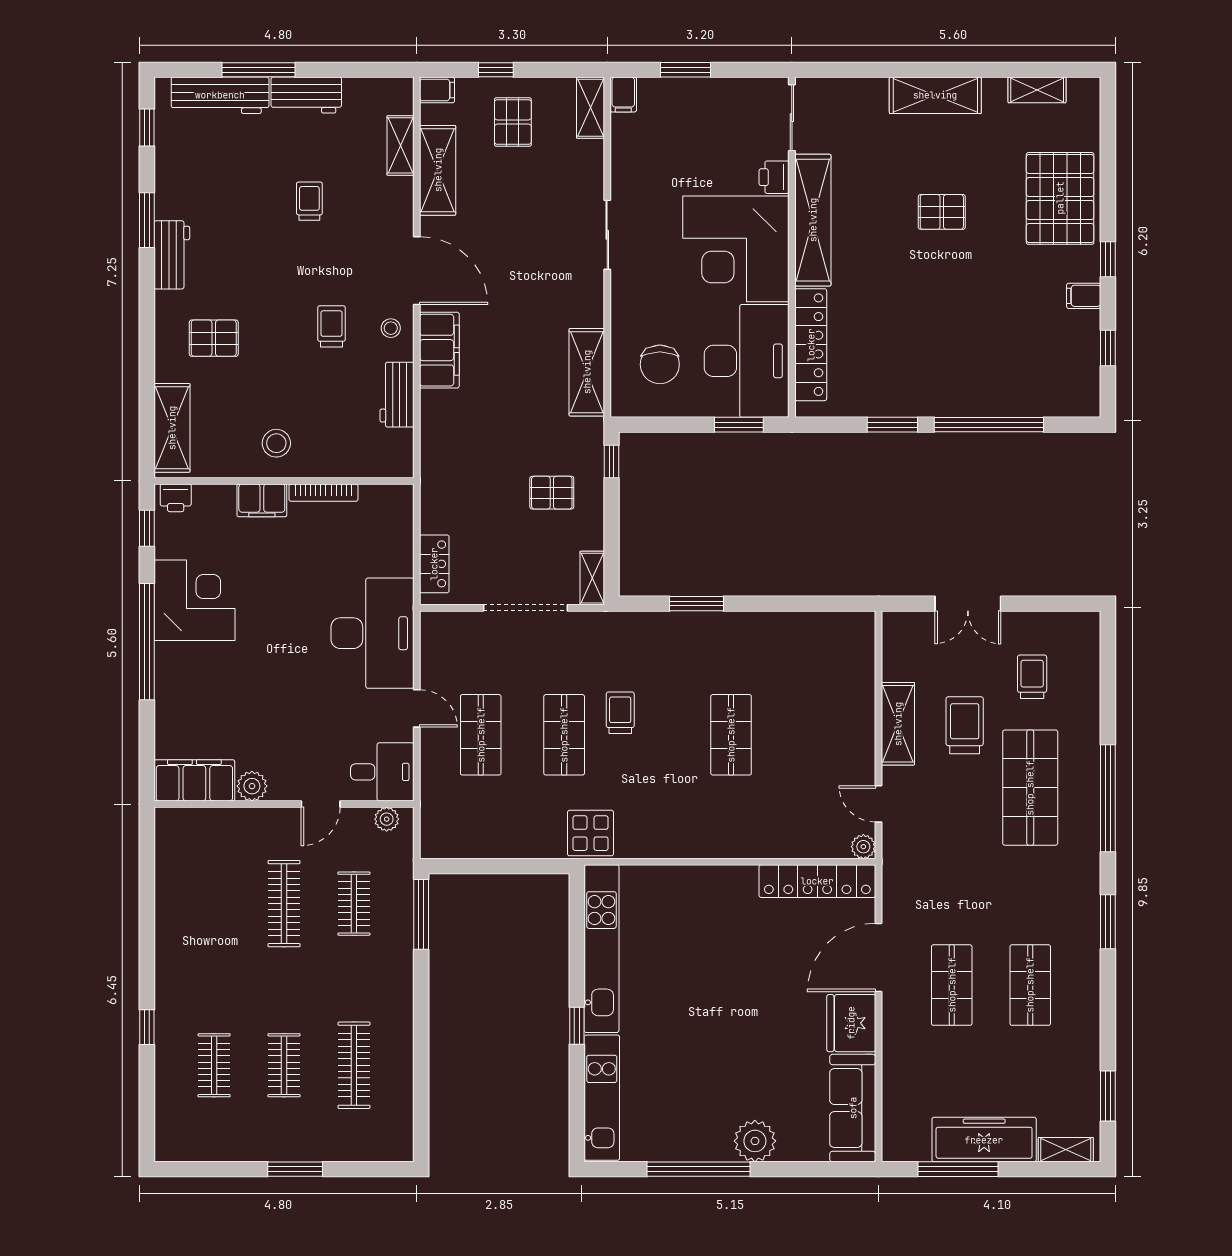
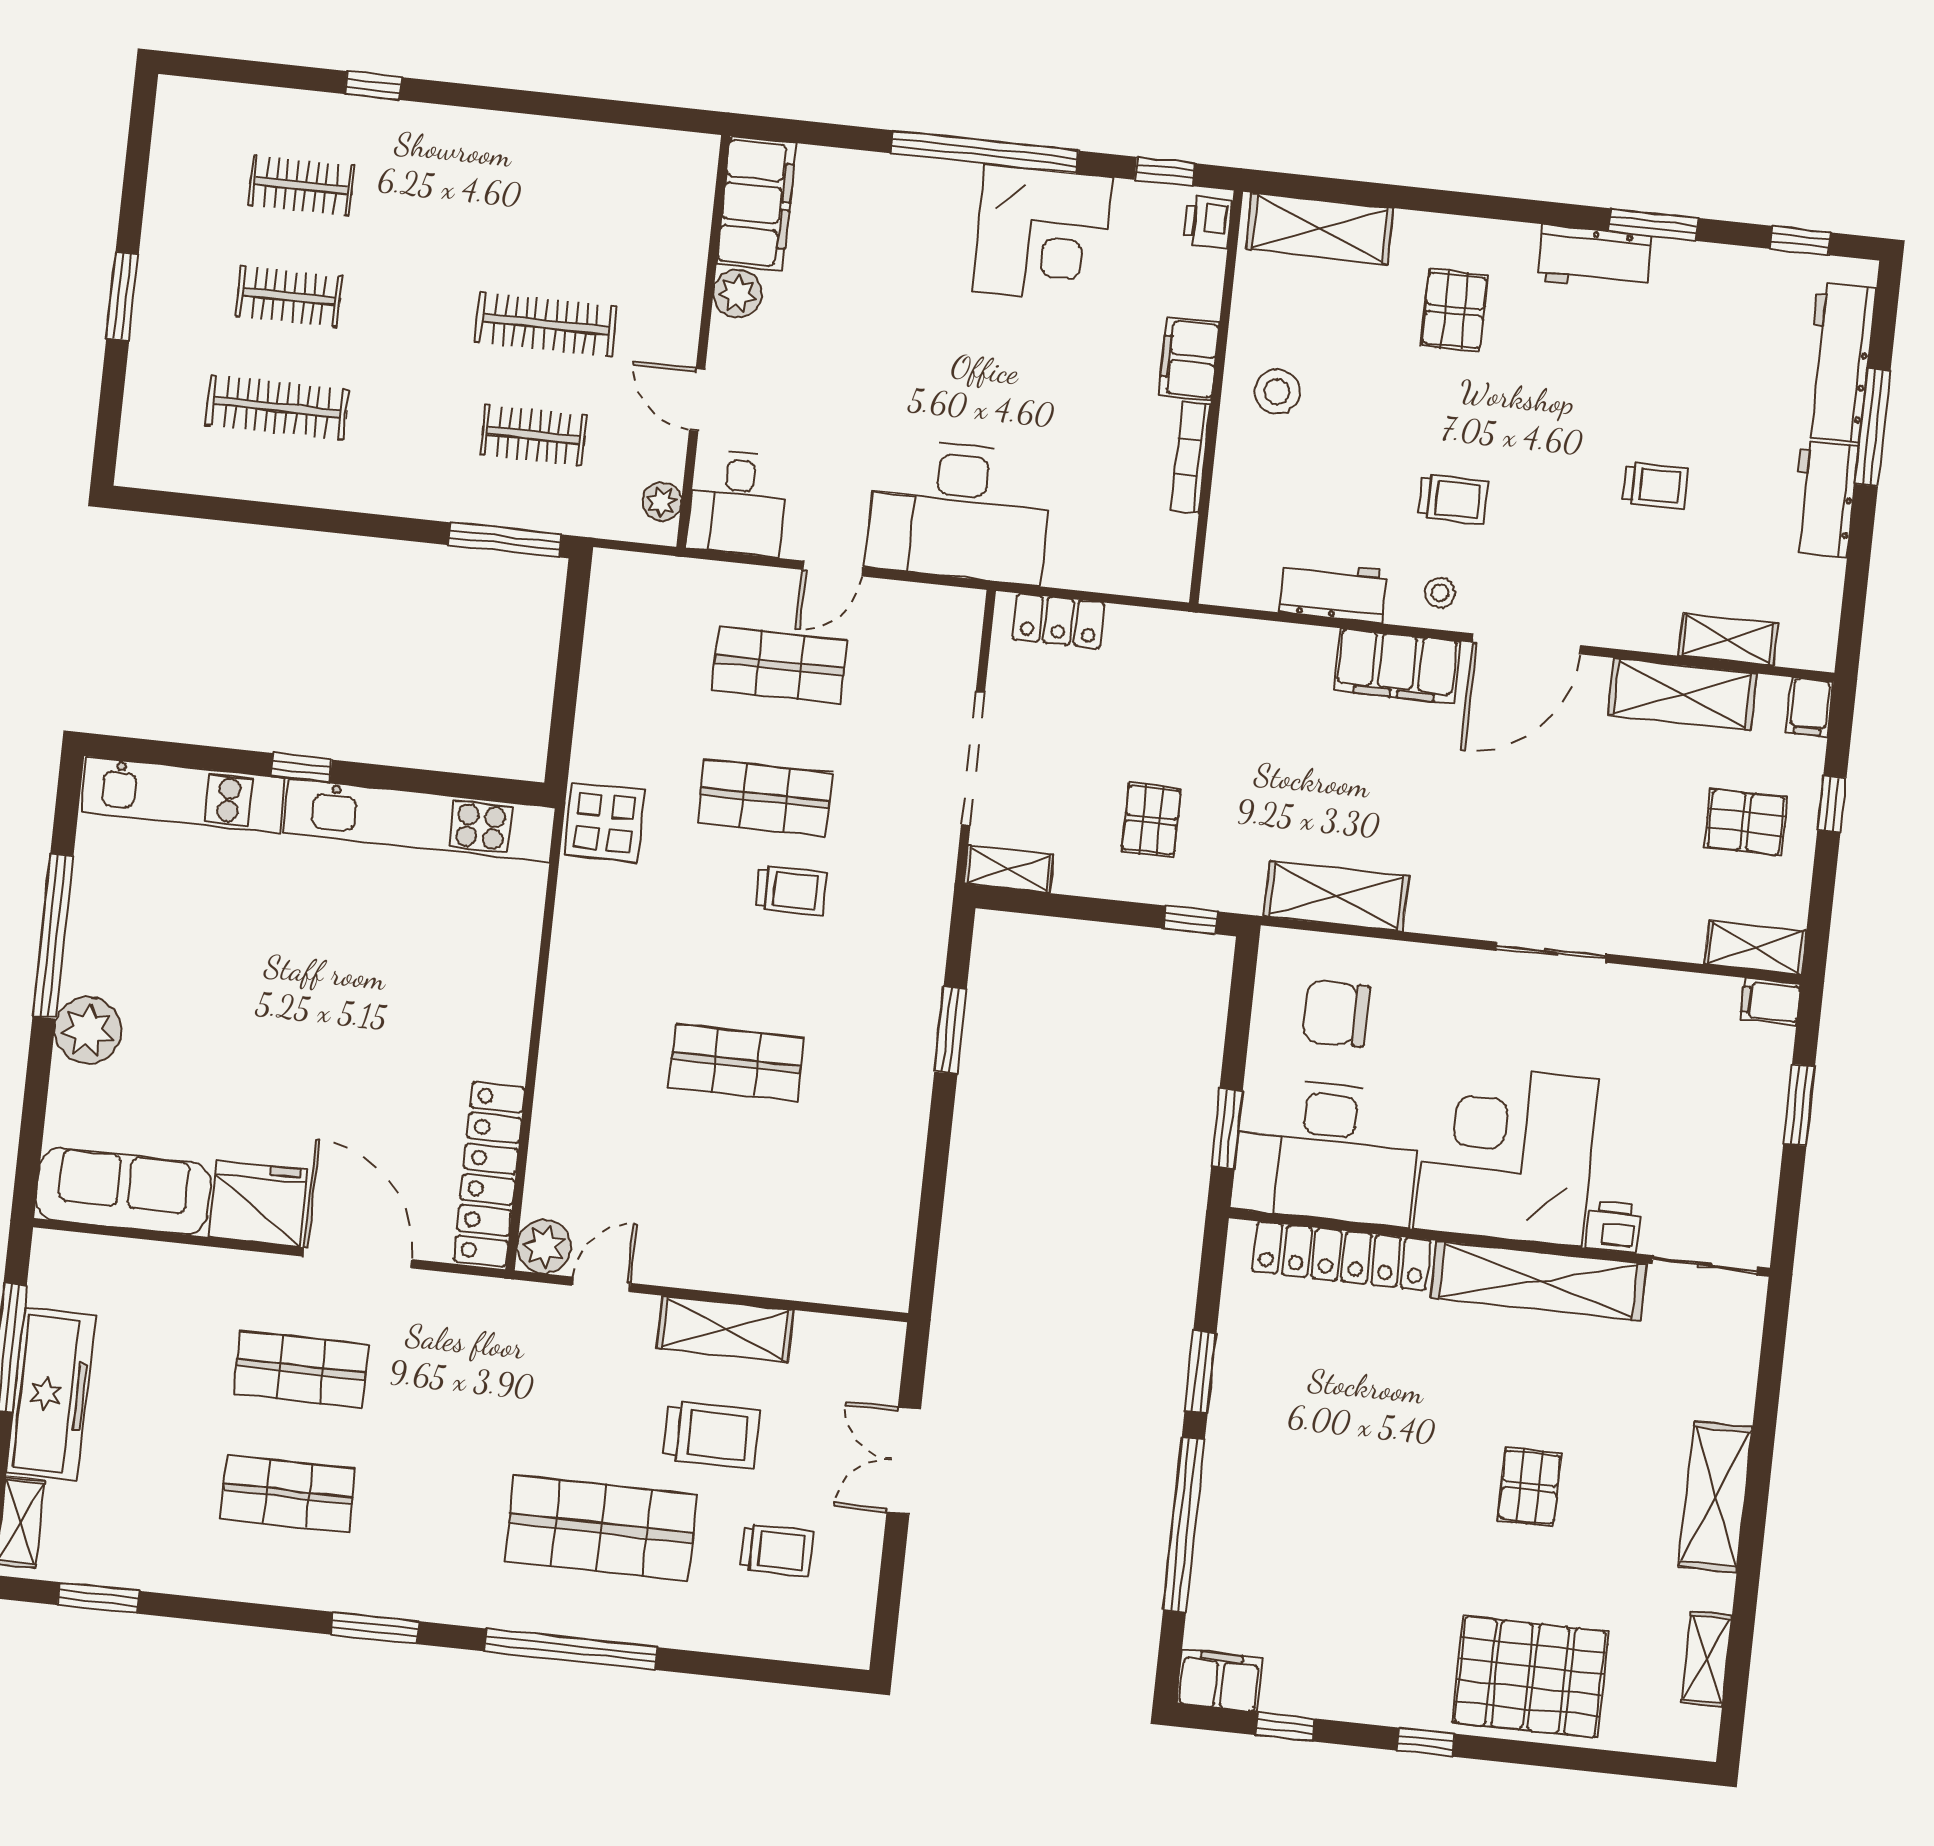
filing cabinet: (1084, 296) -> (1219, 1681), moved, width x2.00
plant: (863, 847) -> (544, 1247), width x1.38, depth x1.38

